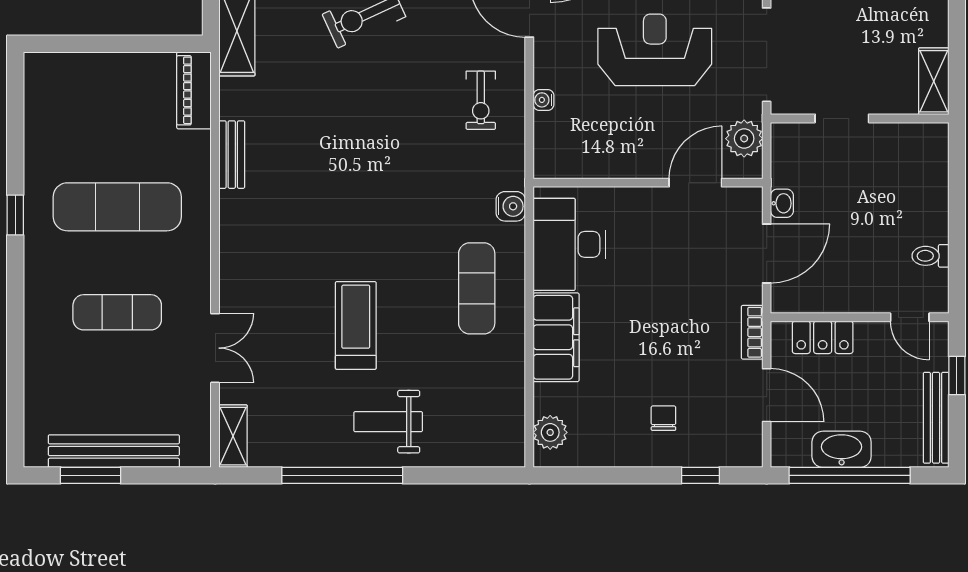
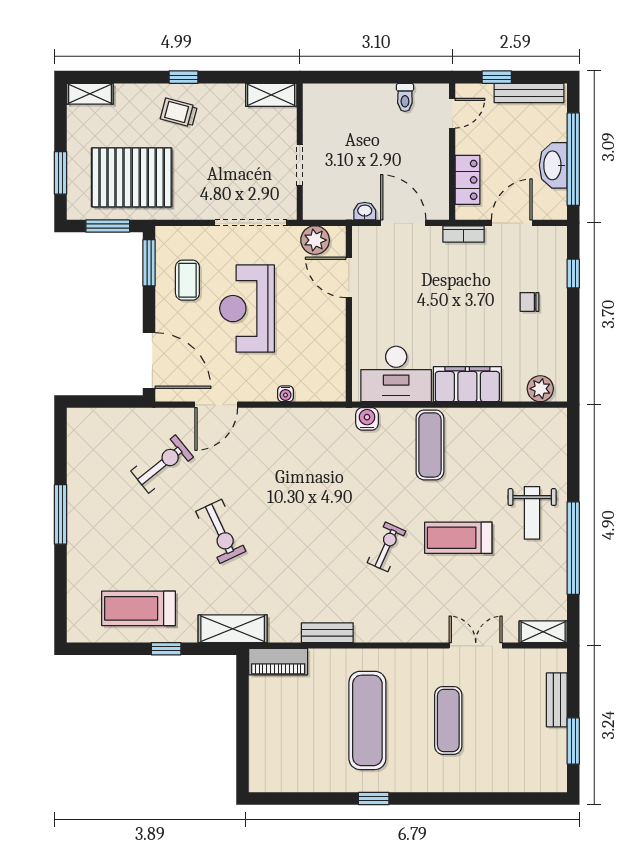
exercise bike: (481, 100) -> (387, 547), moved, turned -66
exercise mat: (477, 288) -> (430, 445), turned 90
bench: (114, 451) -> (557, 700), width x0.54, depth x0.82

